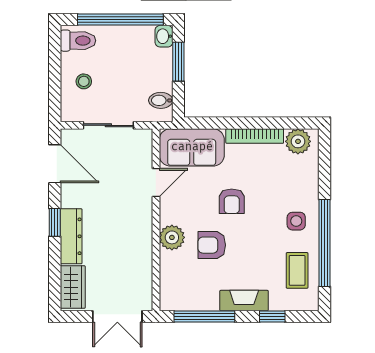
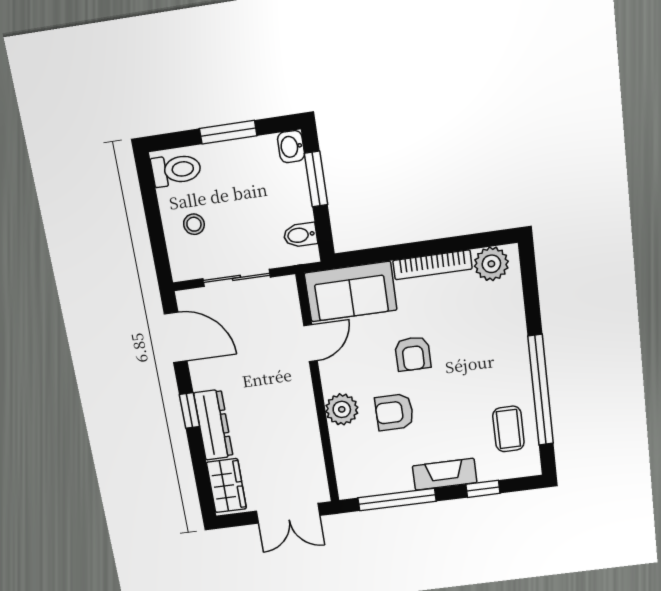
window: (120, 20) -> (228, 132), width x0.47
side table: (296, 221) -> (500, 368), removed

